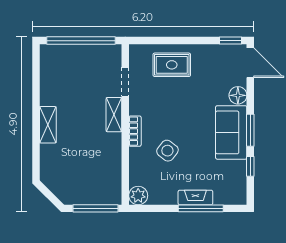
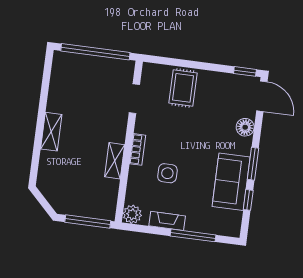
rug: (172, 65) -> (183, 88), turned 90
shelving: (114, 115) -> (115, 161), moved
sofa: (231, 132) -> (231, 182), moved
side table: (167, 151) -> (167, 173), turned -38
fireplace: (195, 197) -> (167, 221), moved

